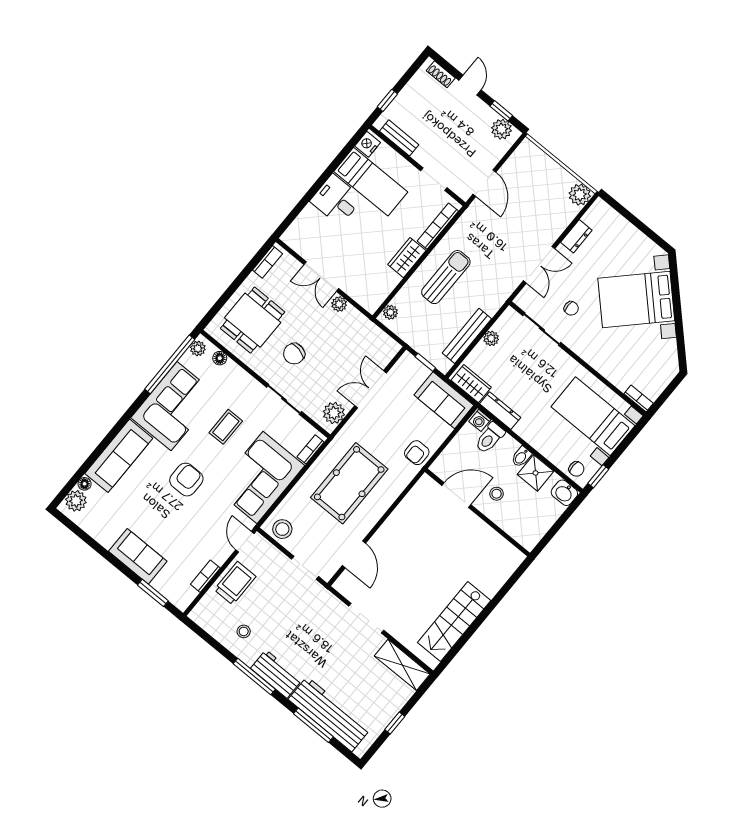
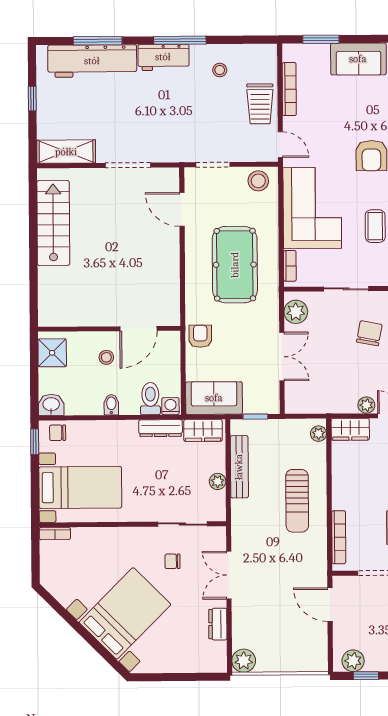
wardrobe: (407, 258) -> (350, 429), moved, turned 90
shower: (535, 473) -> (52, 353), moved
bookcase: (205, 576) -> (289, 89), width x1.56

